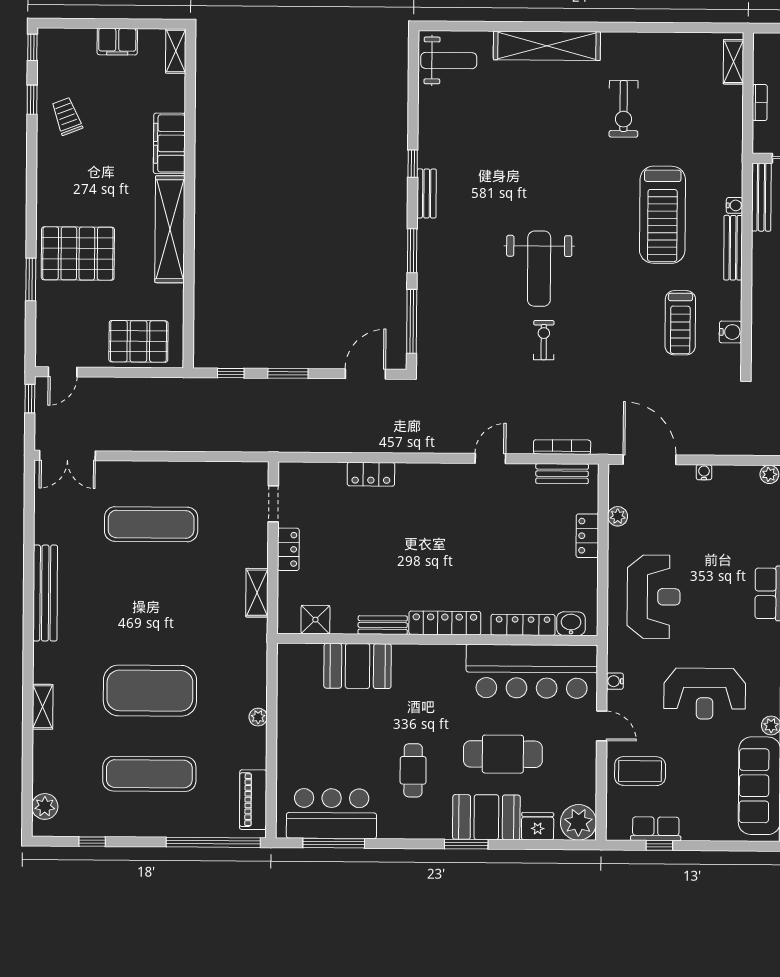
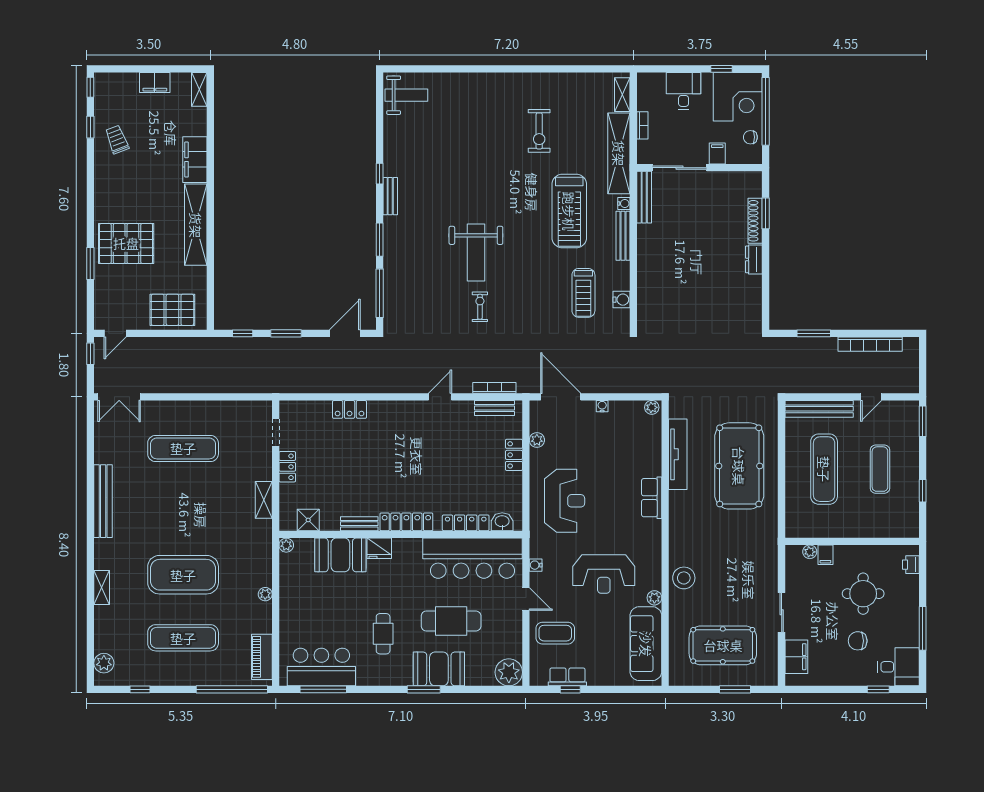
shelving: (547, 46) -> (619, 153), moved, turned 90
plant: (286, 653) -> (286, 545), added
fridge: (538, 826) -> (379, 548), moved, turned 180

